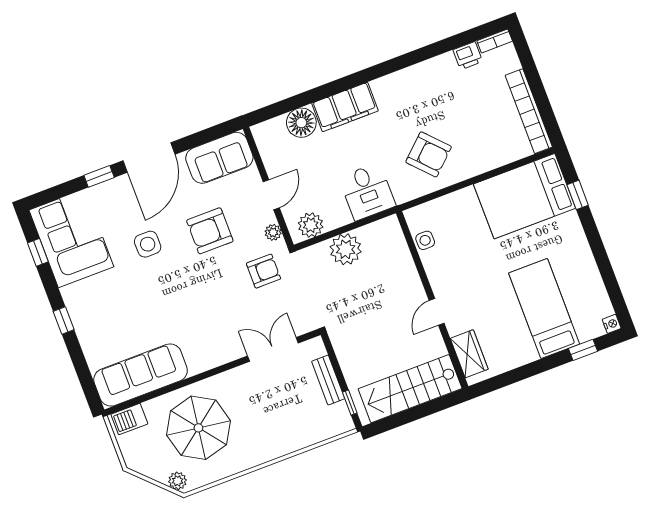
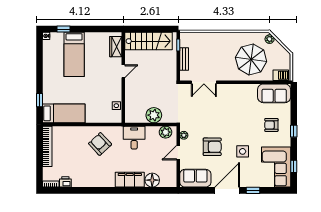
bed: (524, 196) -> (64, 113), width x0.67
armchair: (264, 271) -> (271, 125), moved
sofa: (141, 375) -> (274, 93), width x0.73

